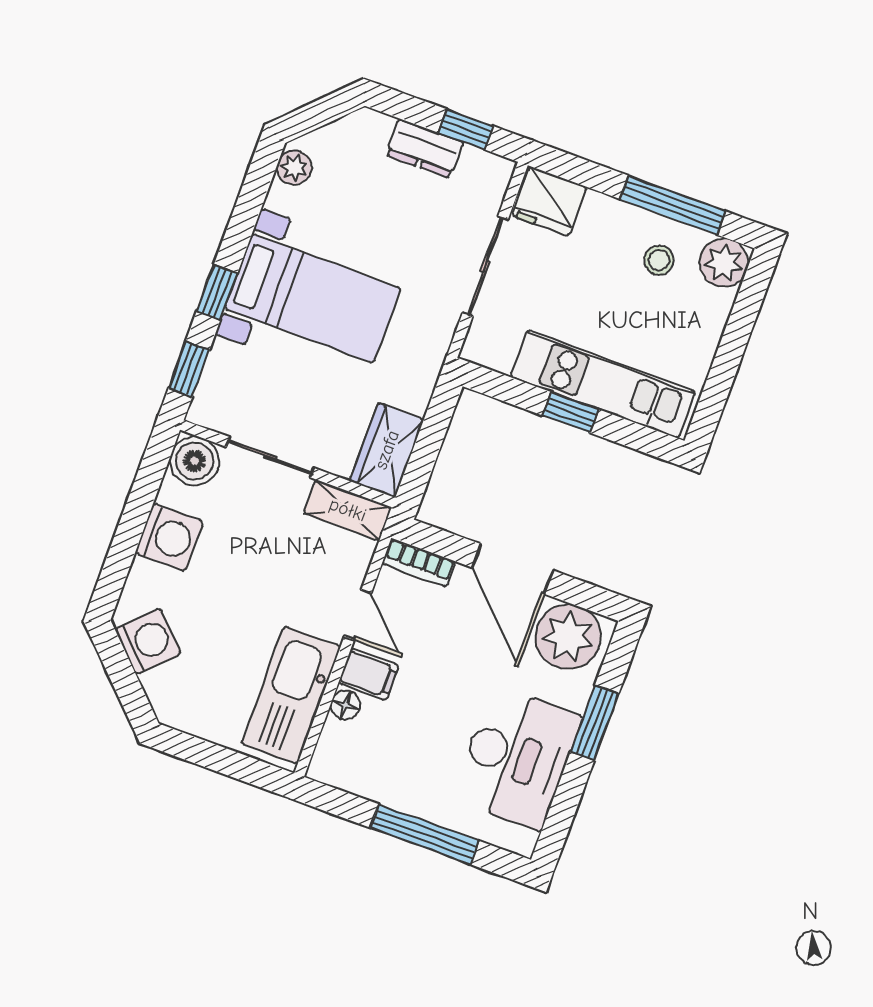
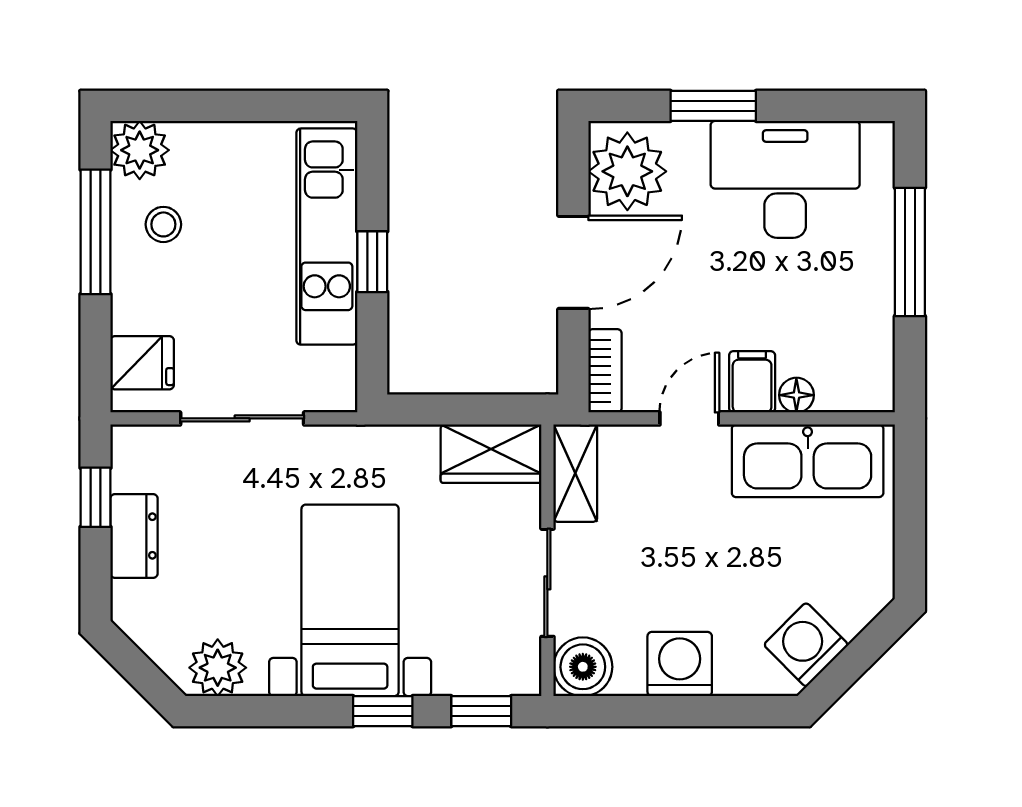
plant: (294, 168) -> (218, 668), width x1.38, depth x1.38
fridge: (549, 201) -> (142, 363), width x0.72

